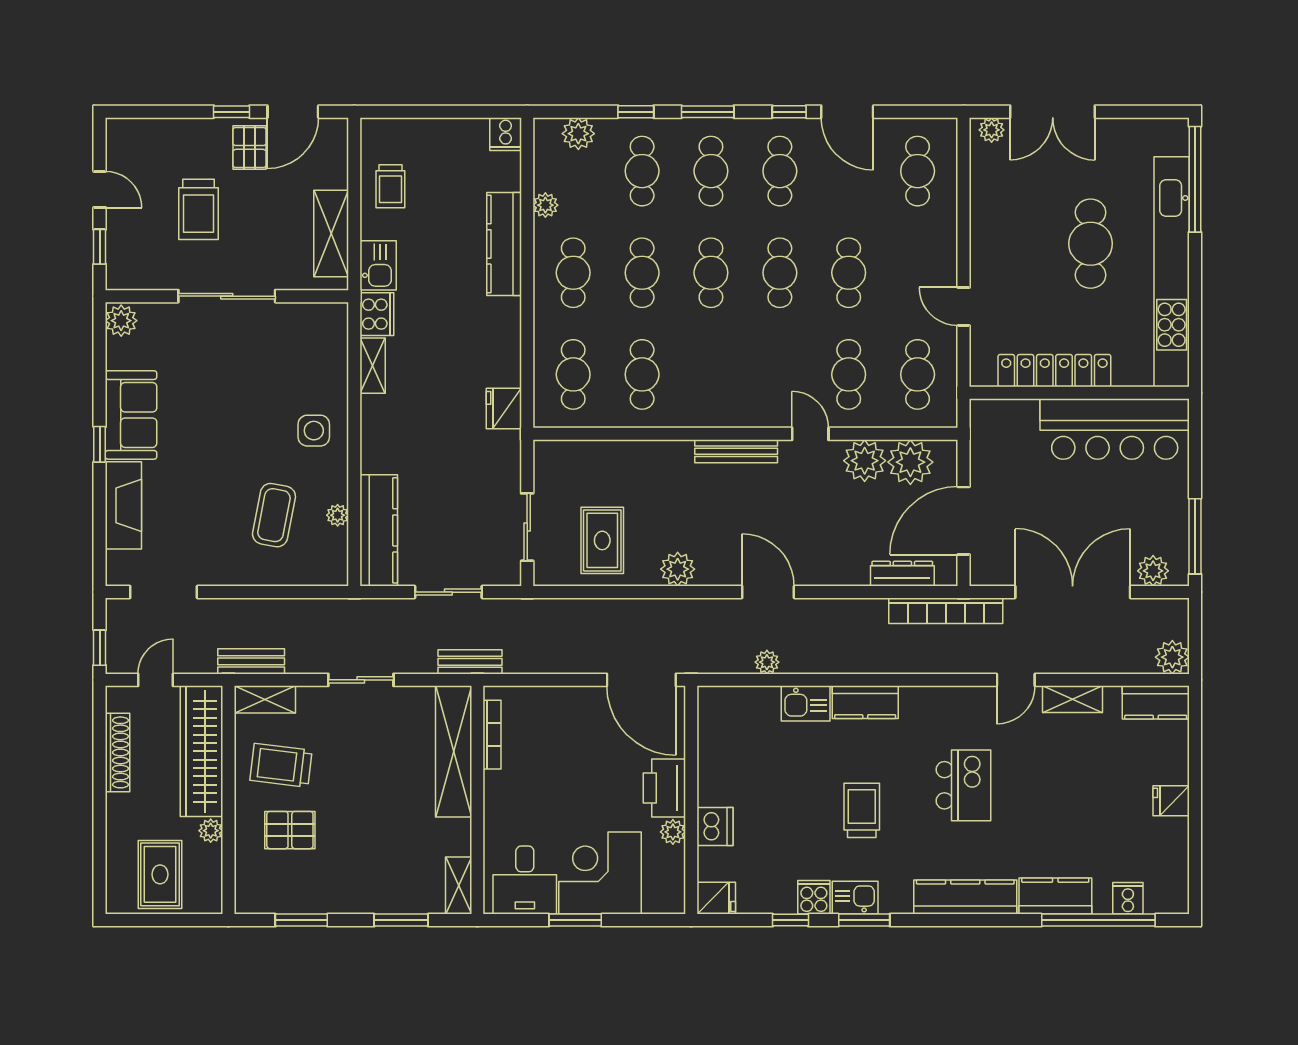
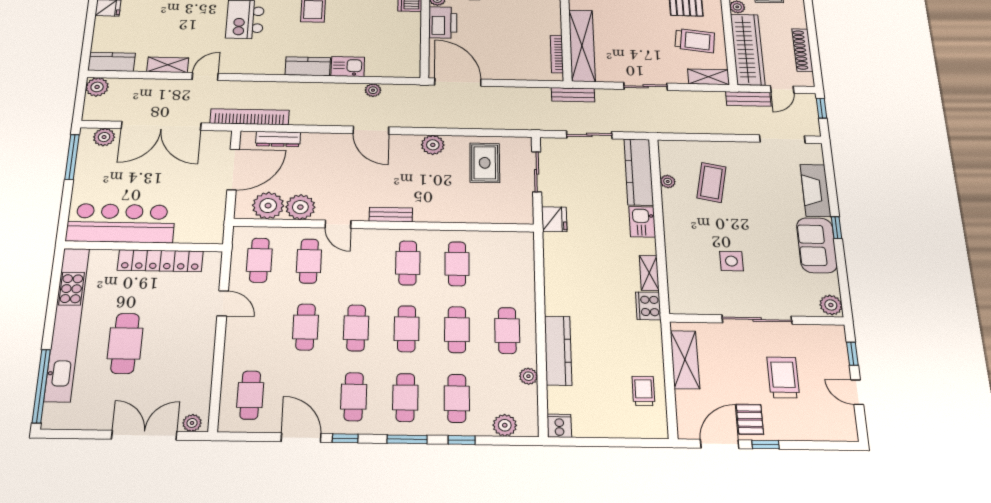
kitchen sink: (378, 265) -> (642, 222), moved
cafe table: (573, 374) -> (408, 263), moved
fridge: (504, 409) -> (554, 219), moved
side table: (314, 431) -> (731, 261), moved
bench: (736, 451) -> (391, 215), width x0.73
bench: (251, 661) -> (748, 99), moved

